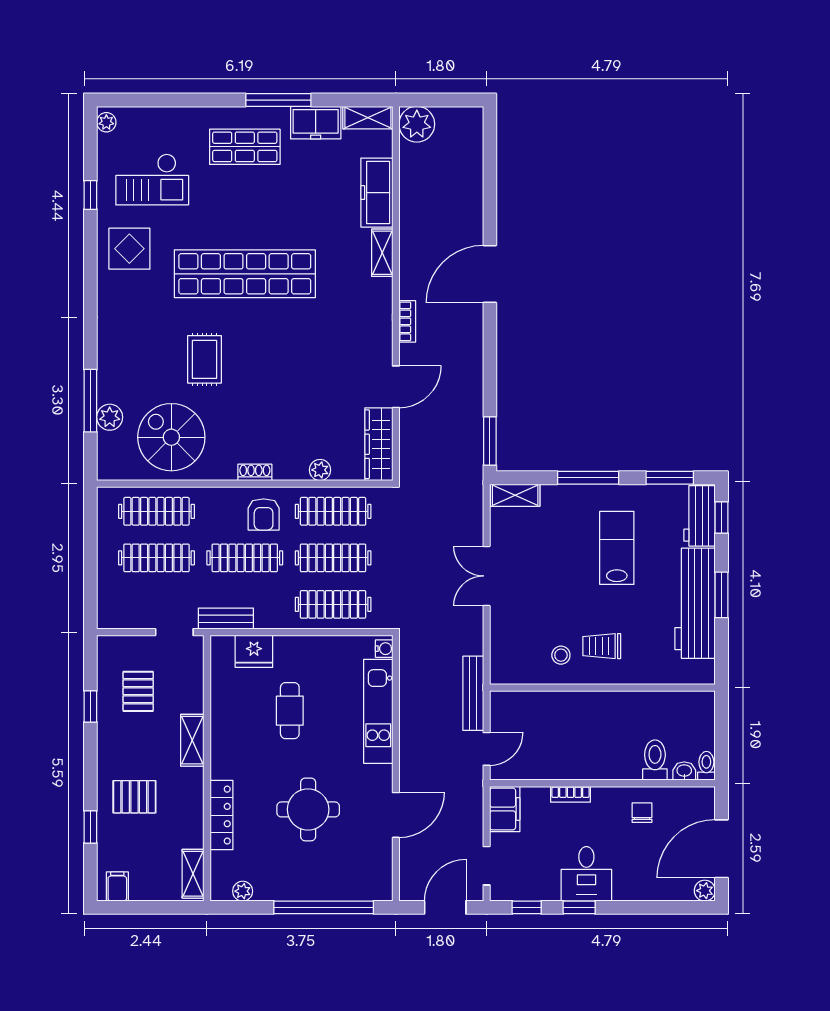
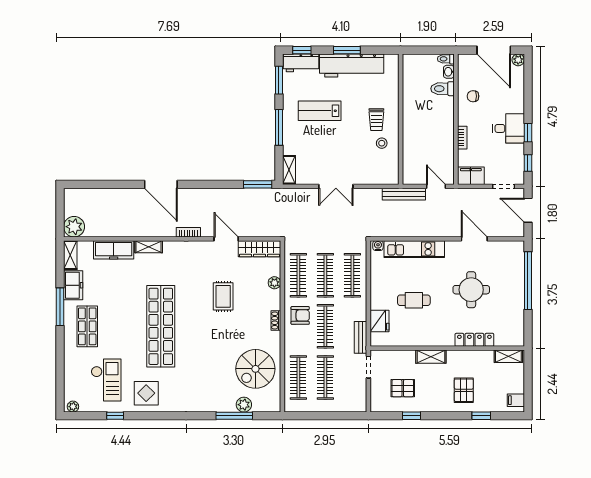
rug: (204, 359) -> (223, 296), moved, turned 90
plant: (243, 891) -> (518, 328), removed

